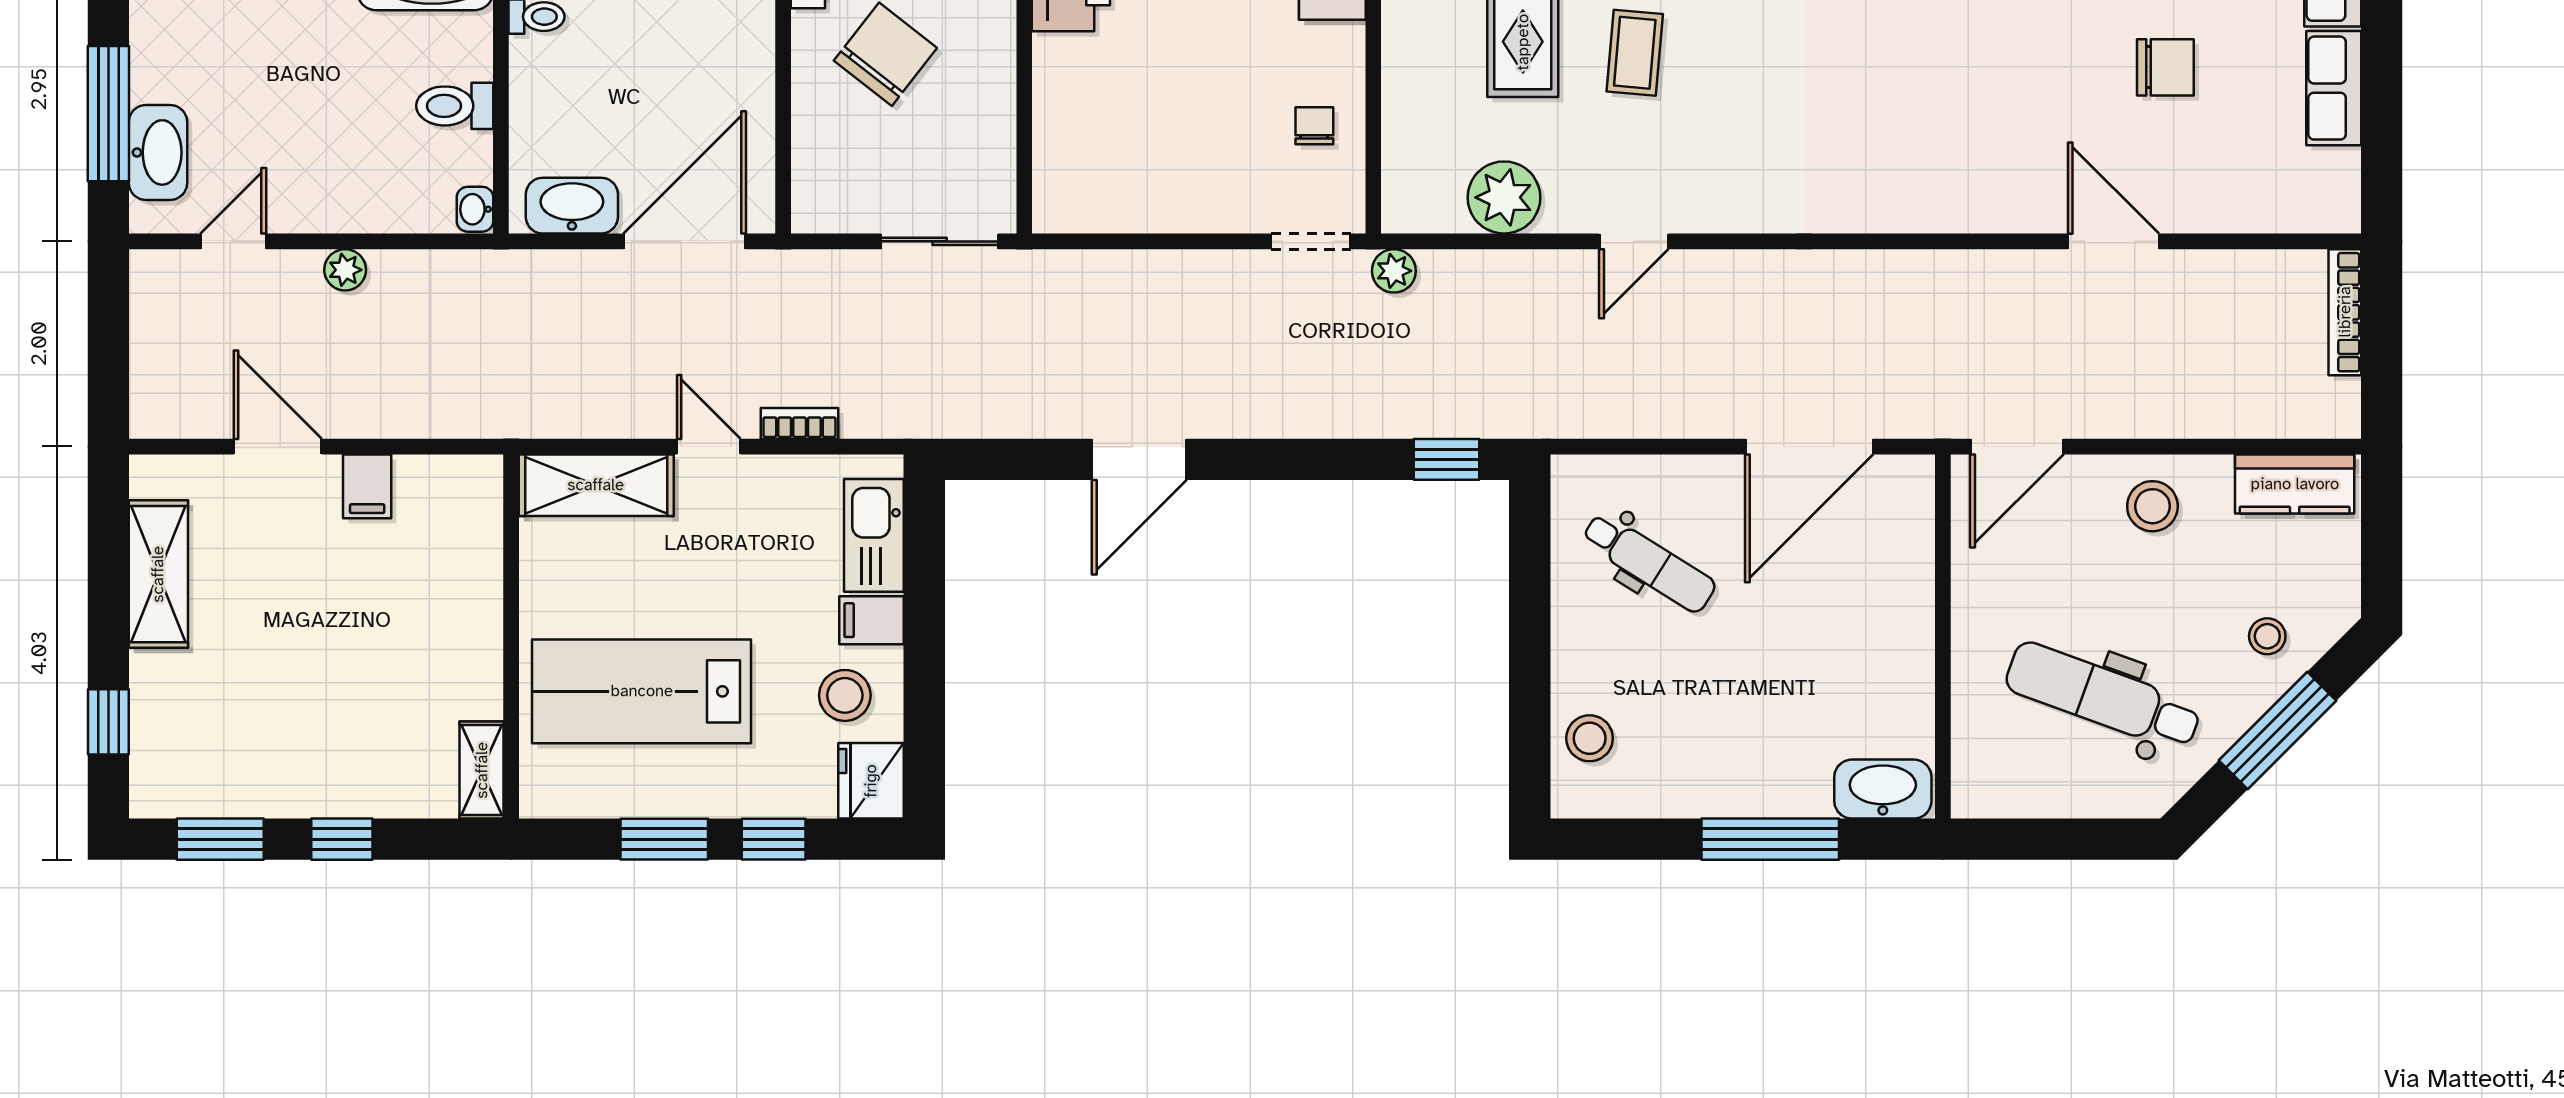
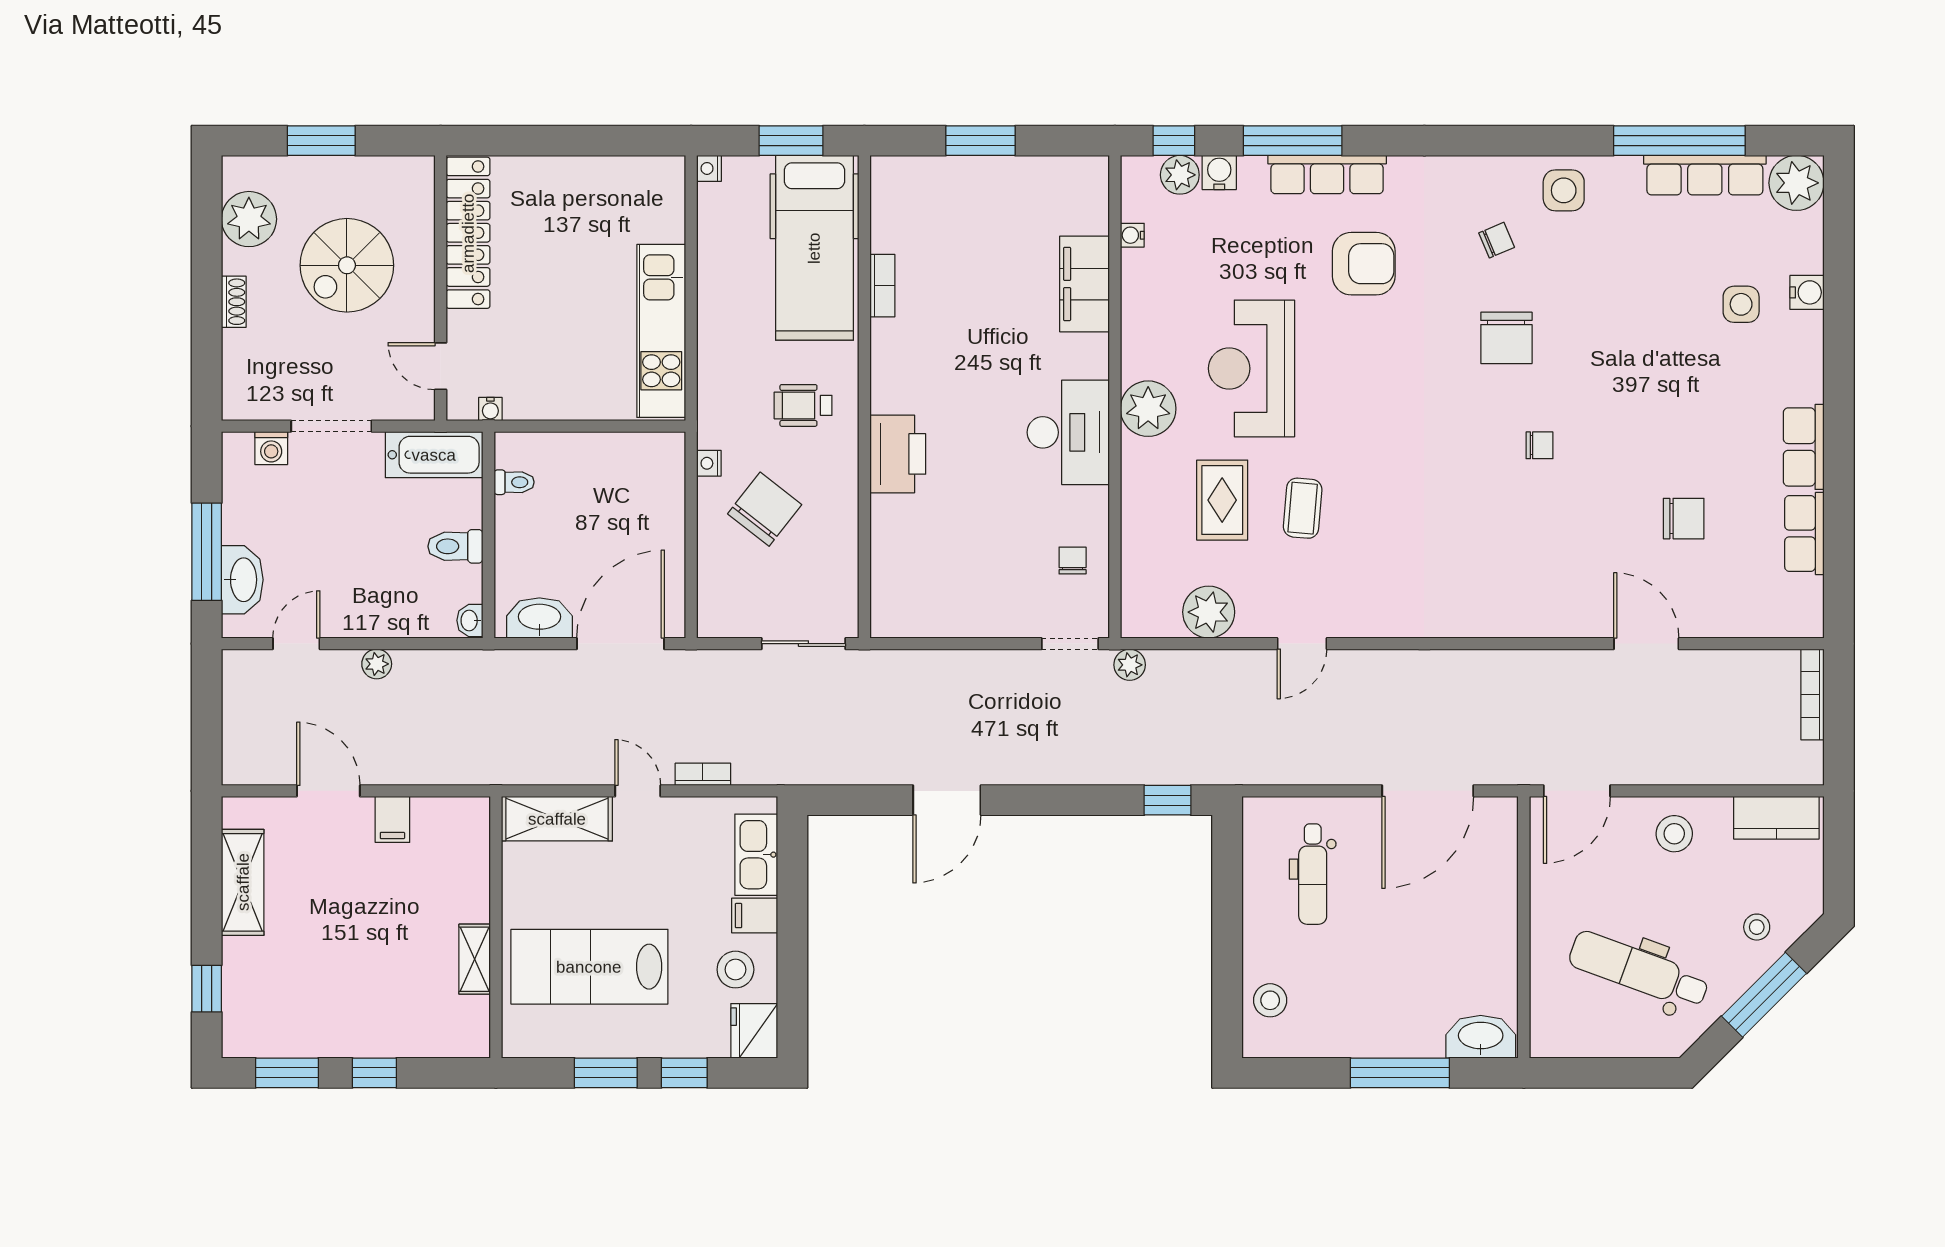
dental chair: (1649, 562) -> (1313, 874), turned 58
shelving: (482, 770) -> (475, 959), moved

